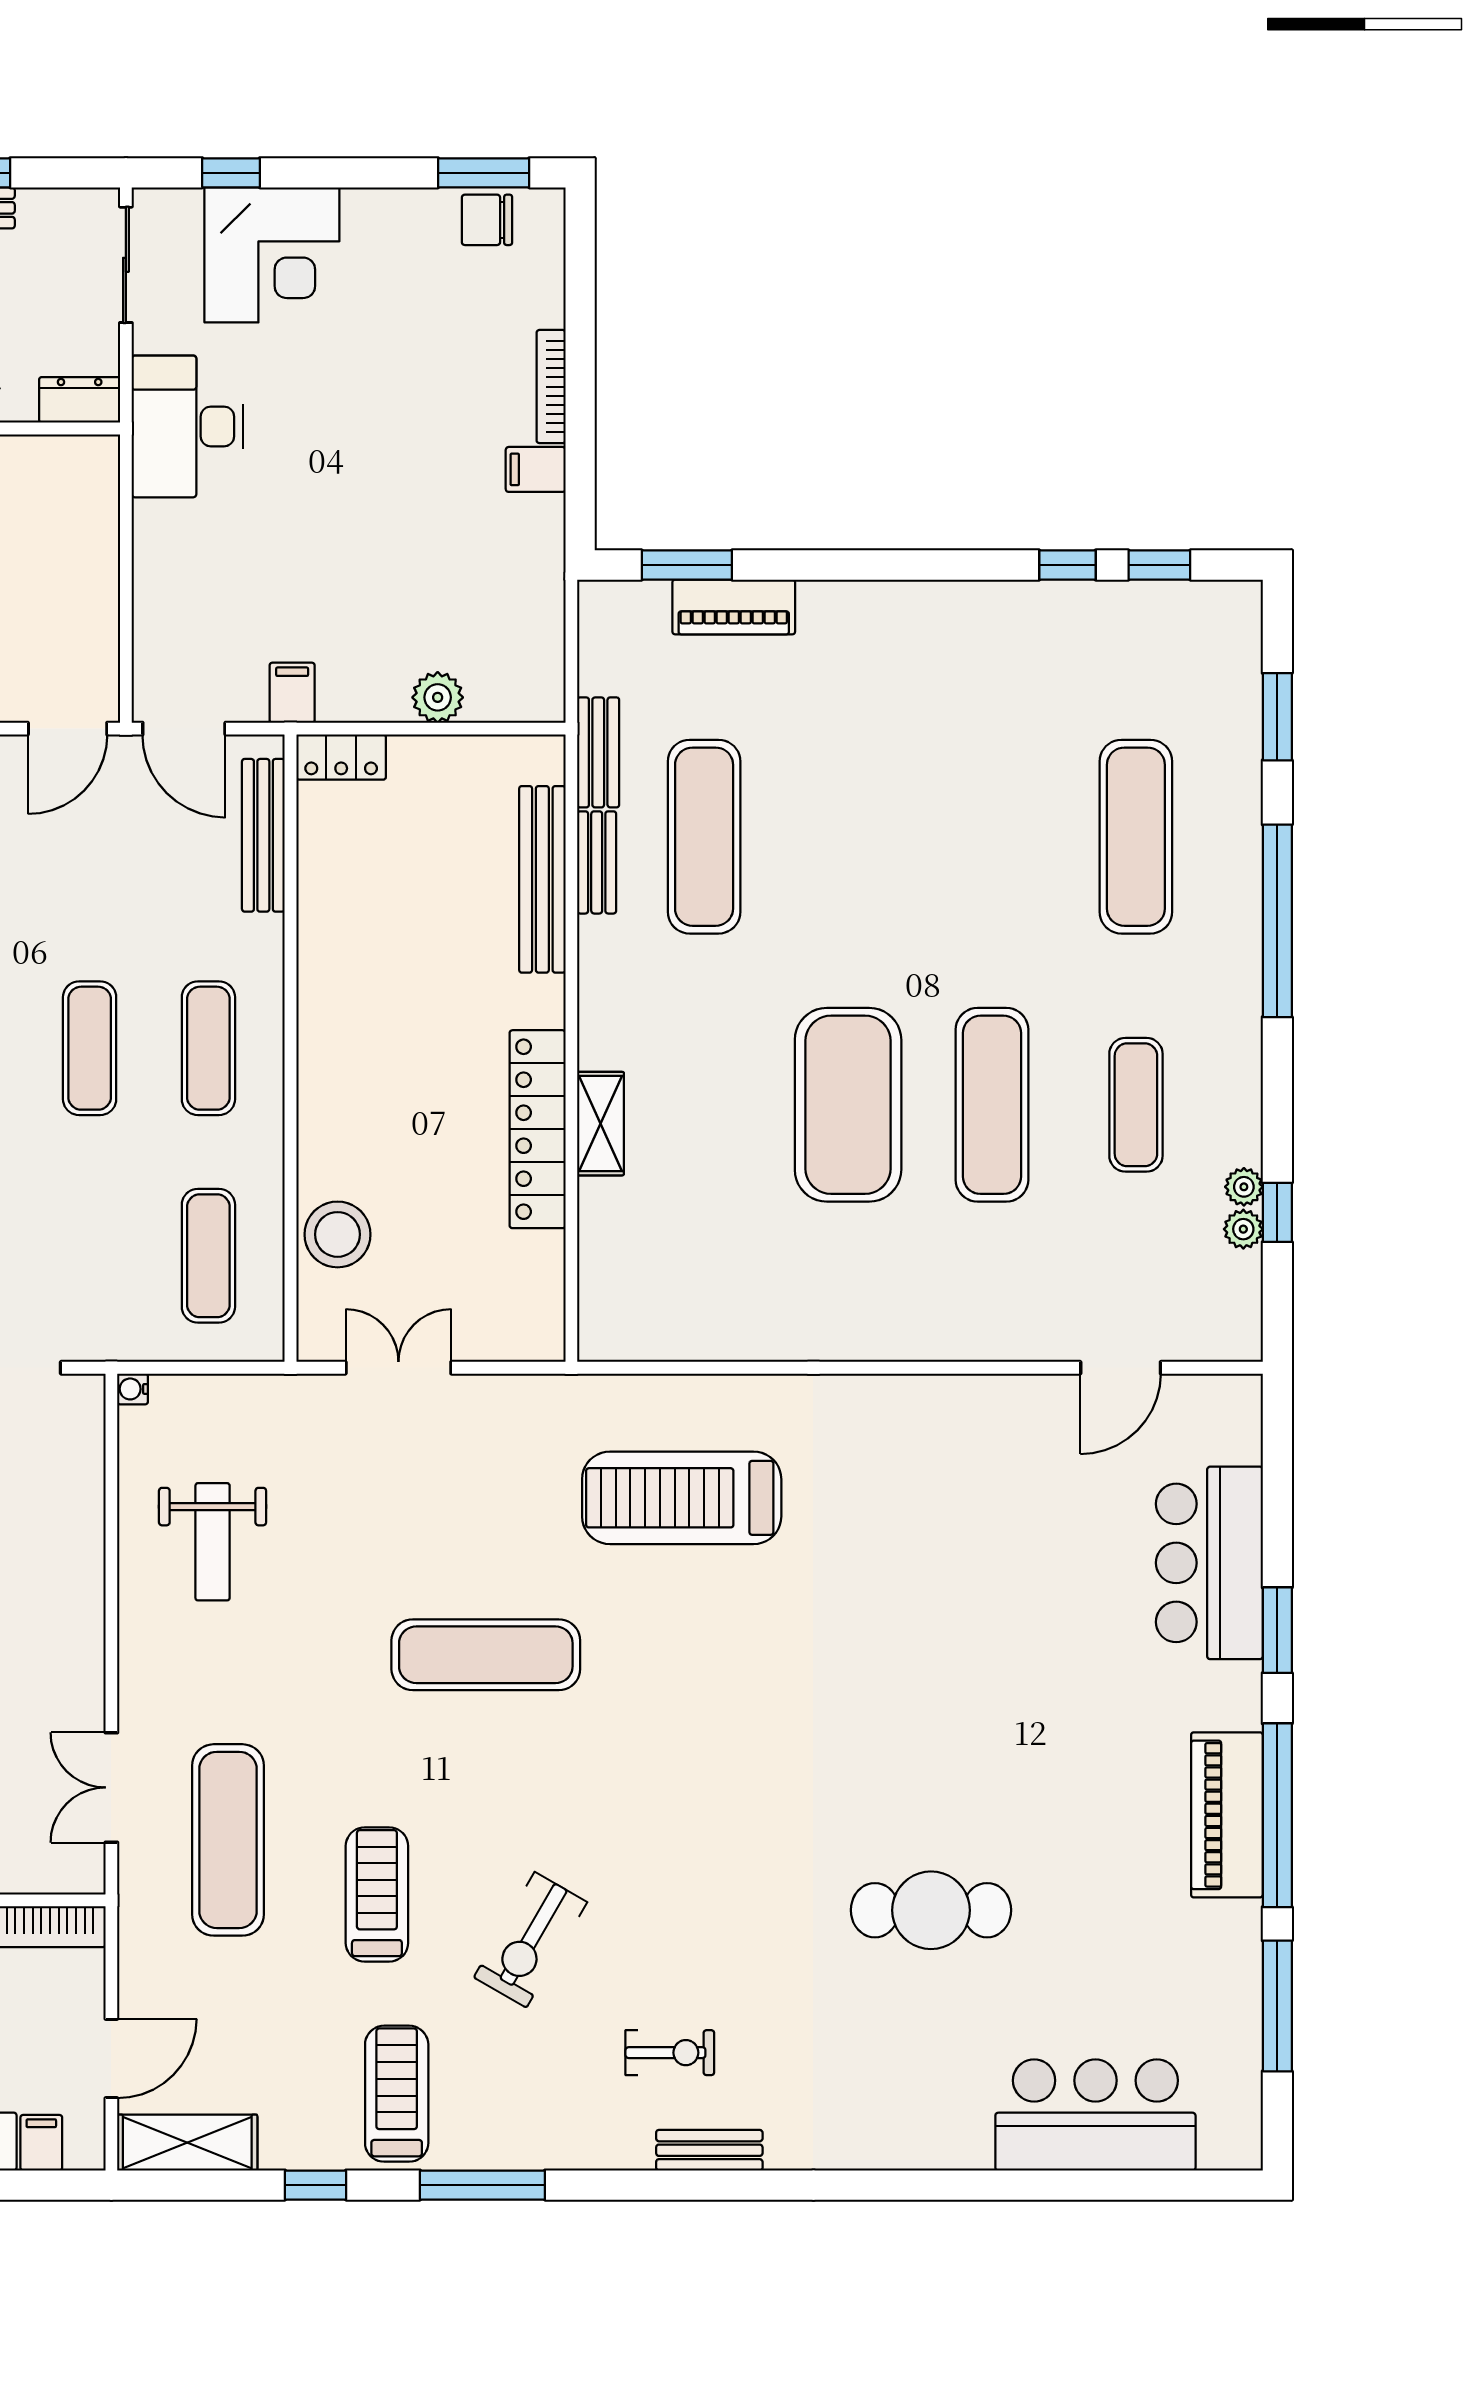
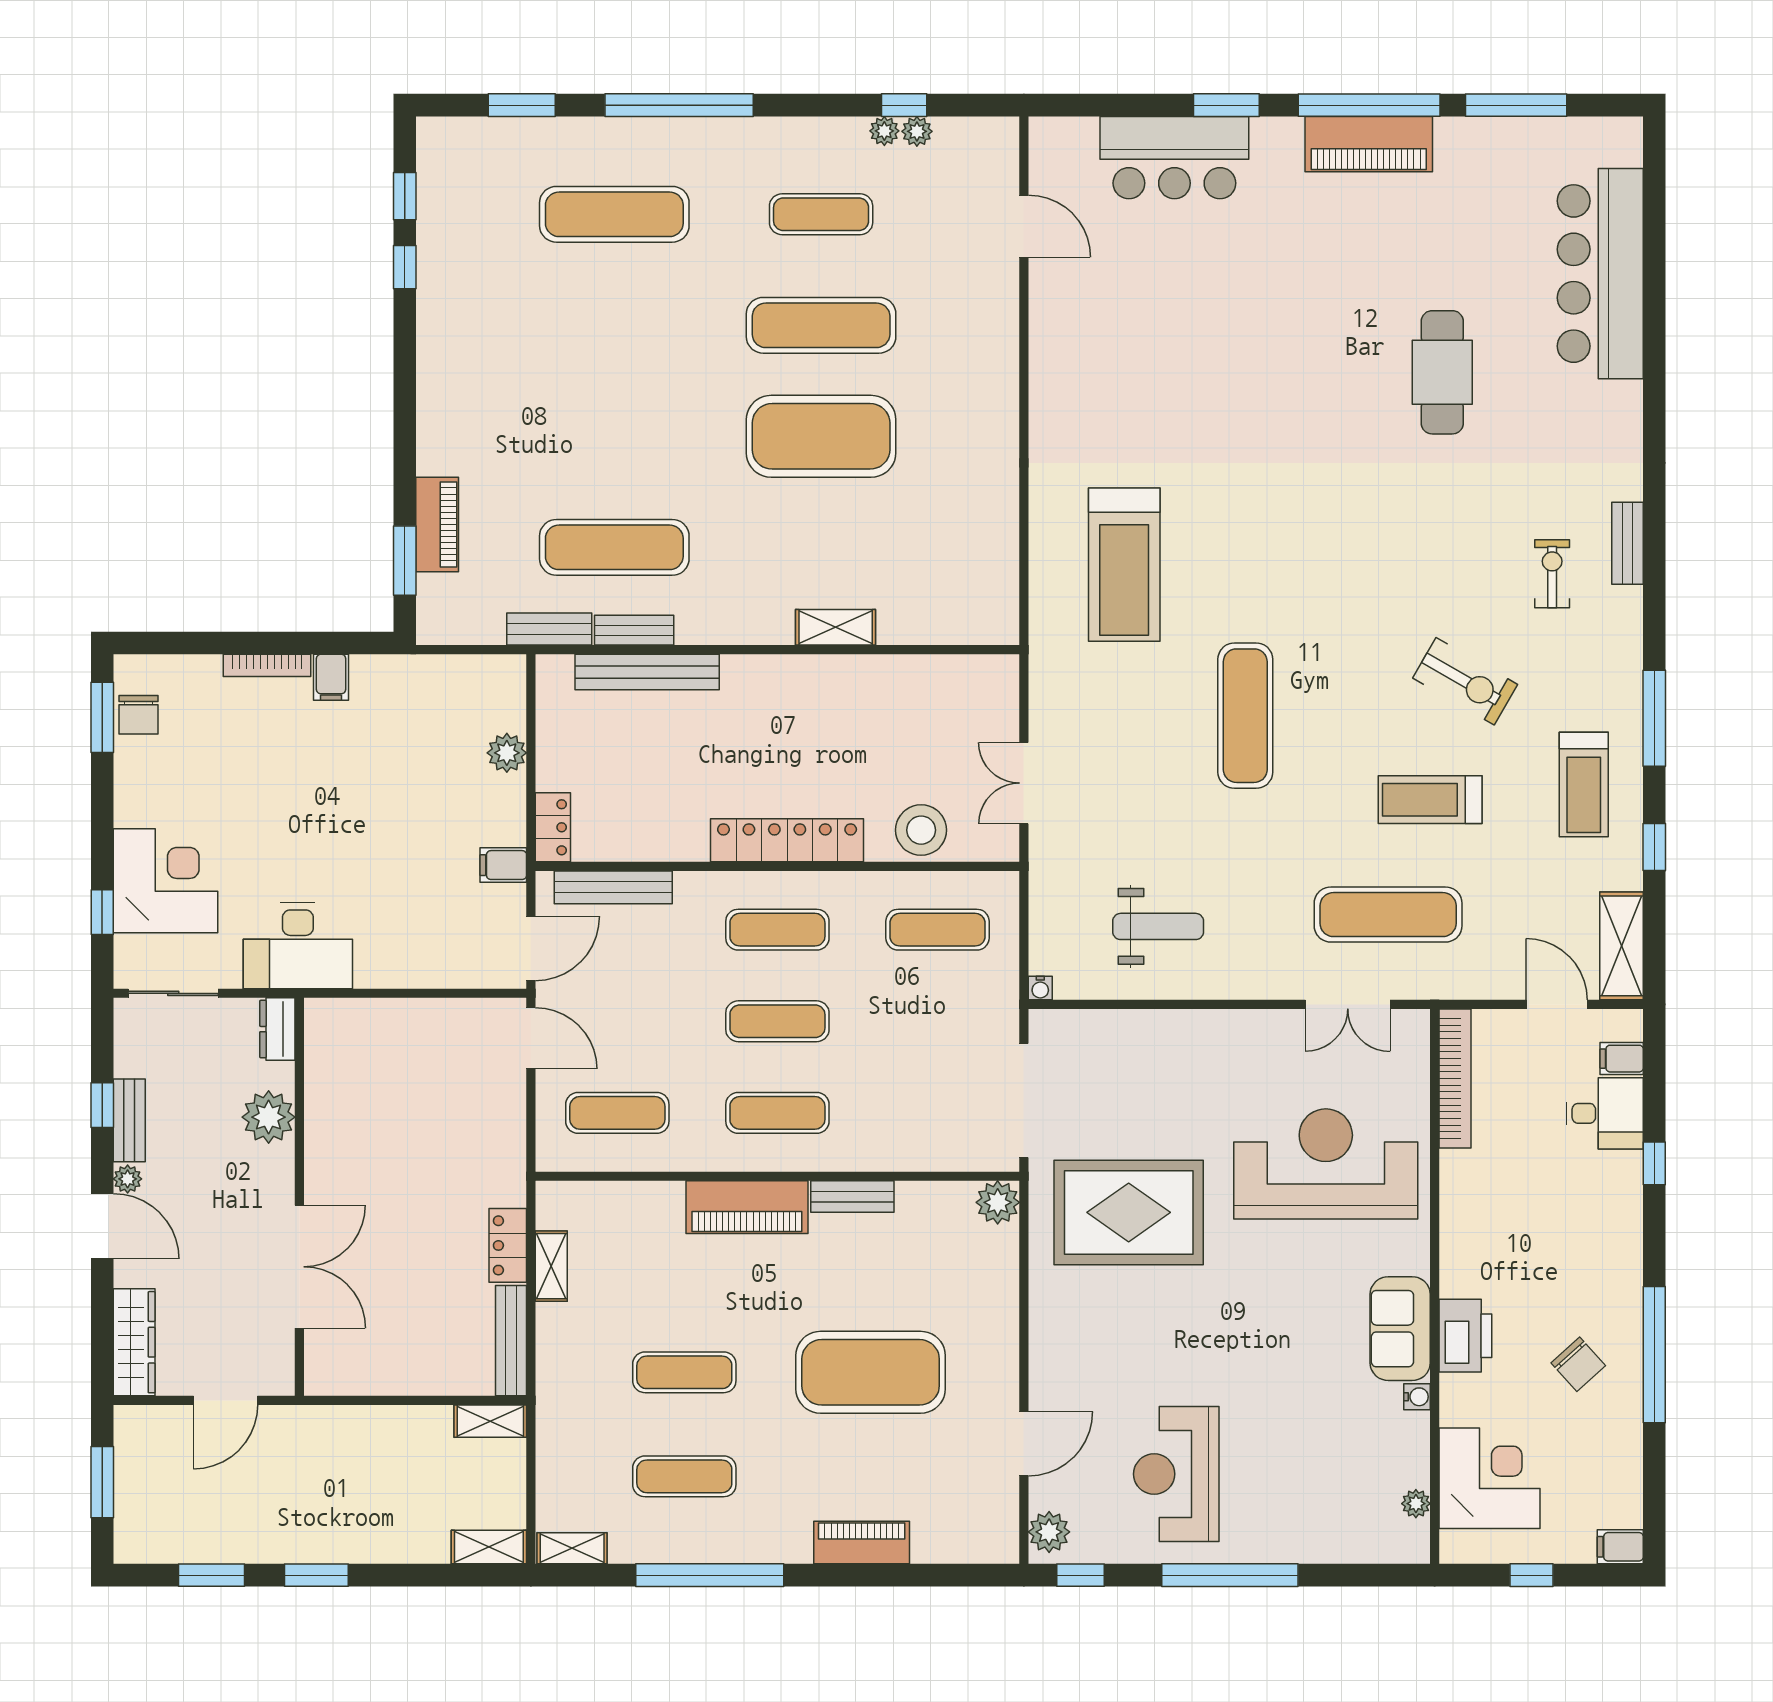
locker: (538, 1129) -> (787, 840), moved, turned 180
treadmill: (397, 2094) -> (1584, 784), turned -90
bar counter: (1095, 2115) -> (1600, 274), width x1.36

